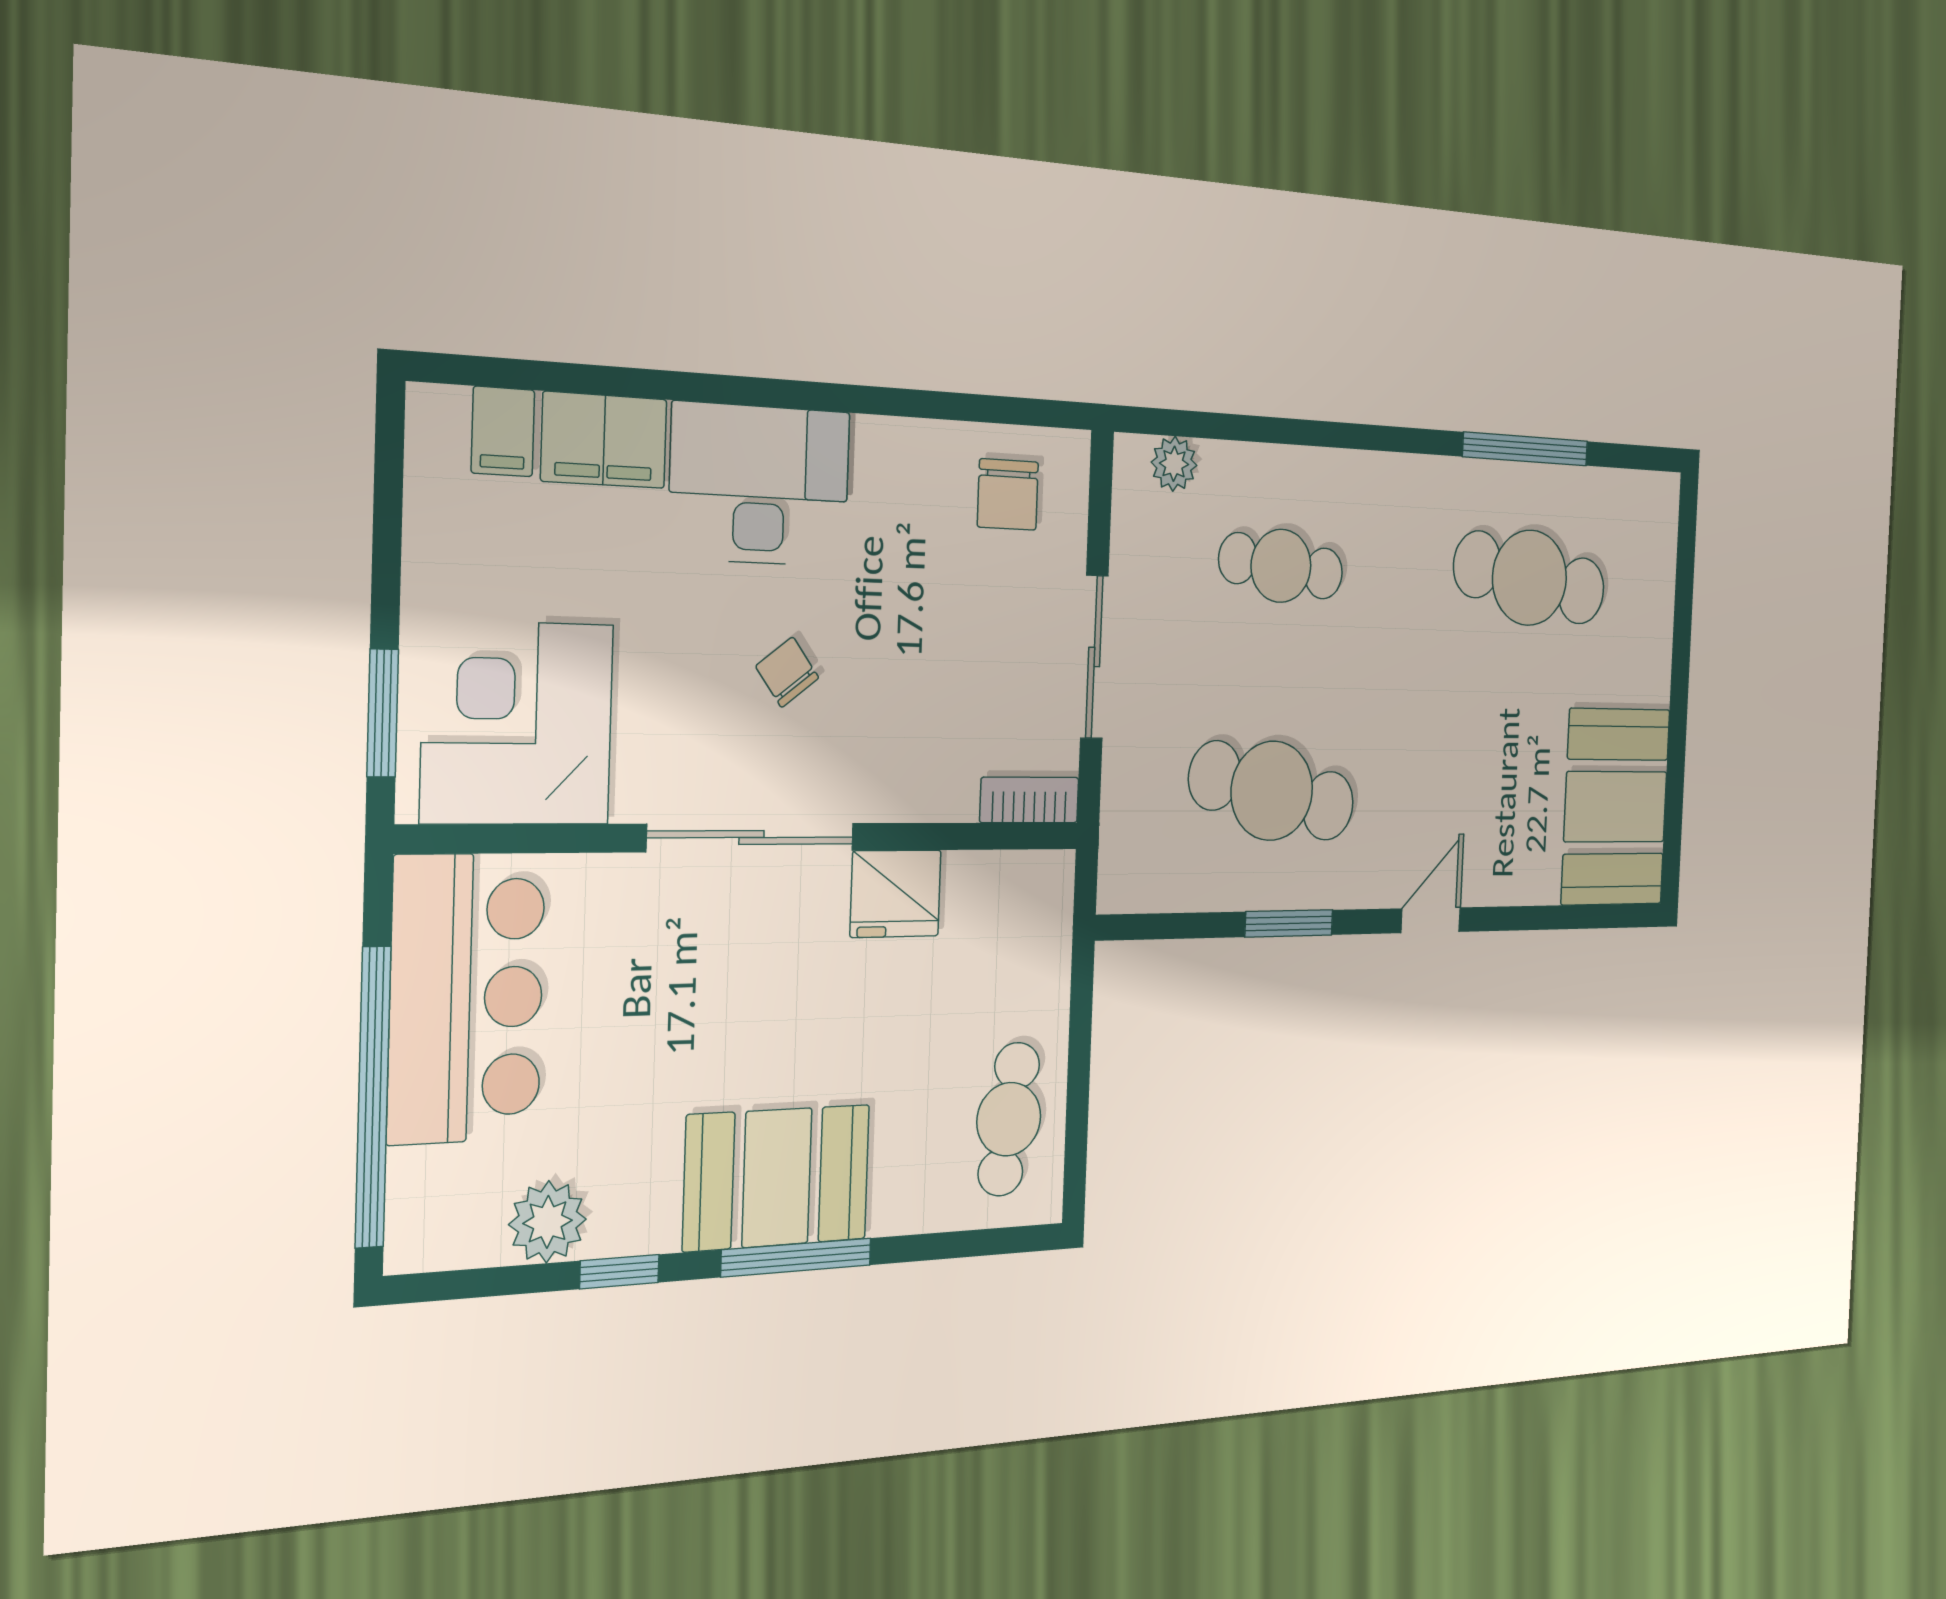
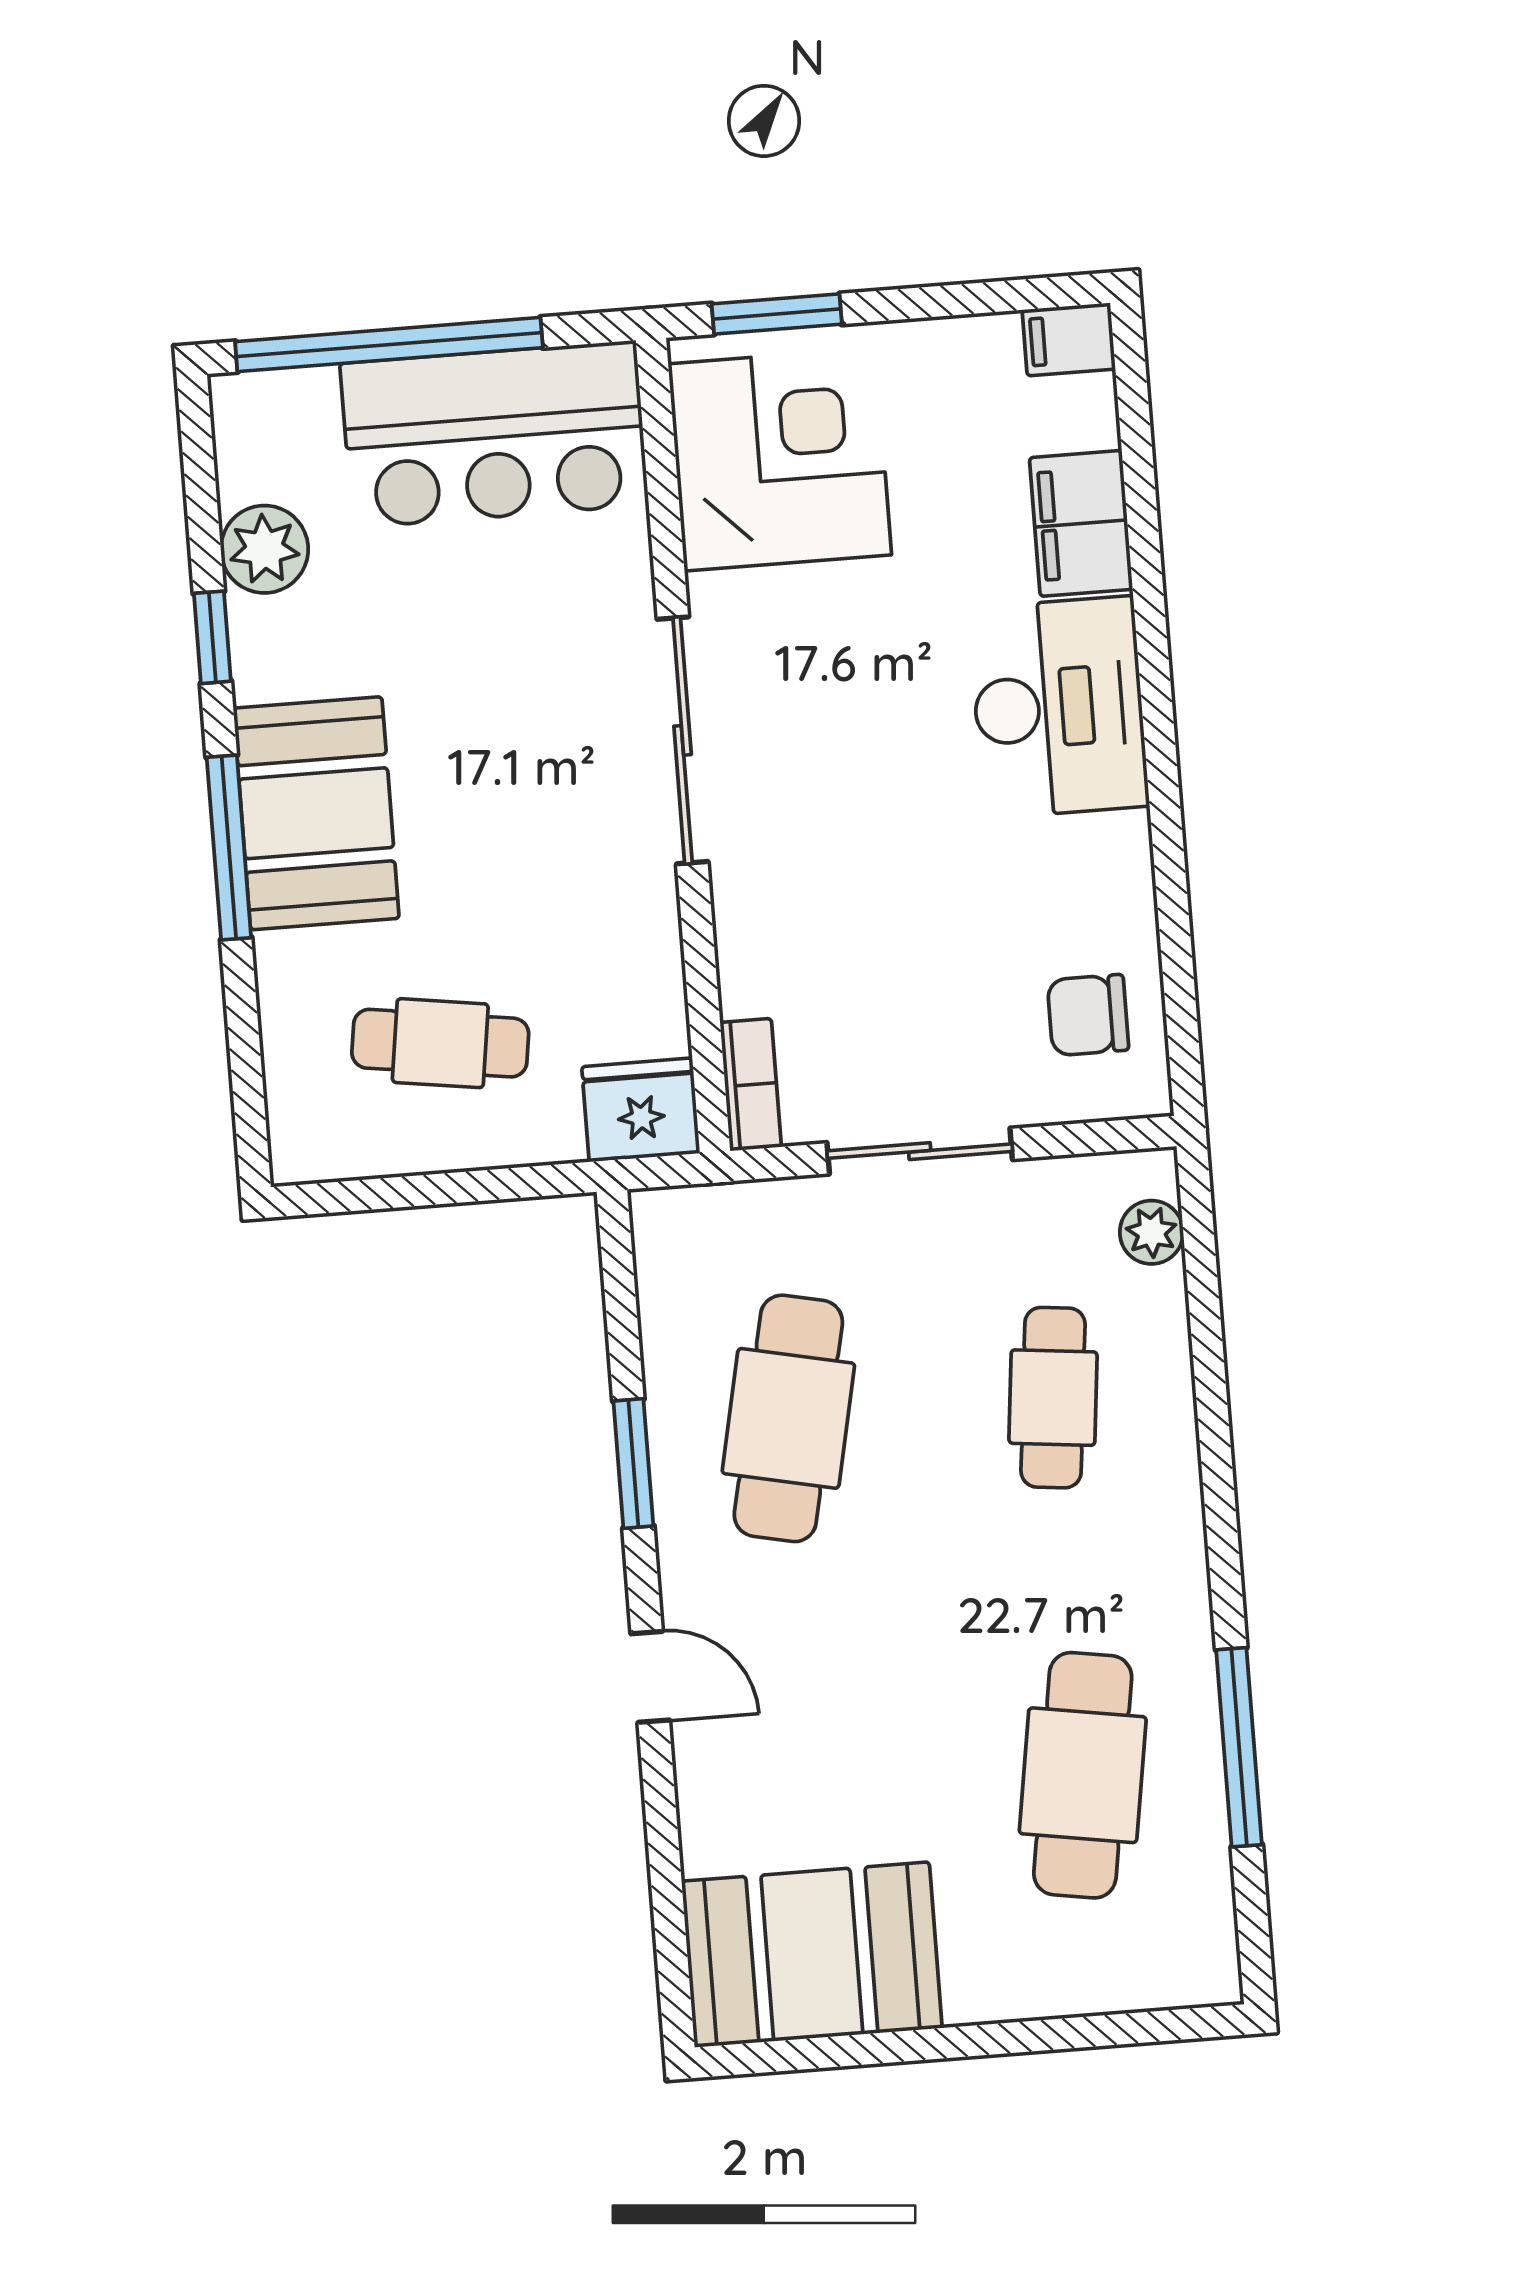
filing cabinet: (503, 431) -> (1069, 339), moved
chair: (787, 672) -> (863, 763), removed
fridge: (896, 894) -> (641, 1110), moved, turned 90
cafe table: (1009, 1119) -> (440, 1043), moved

